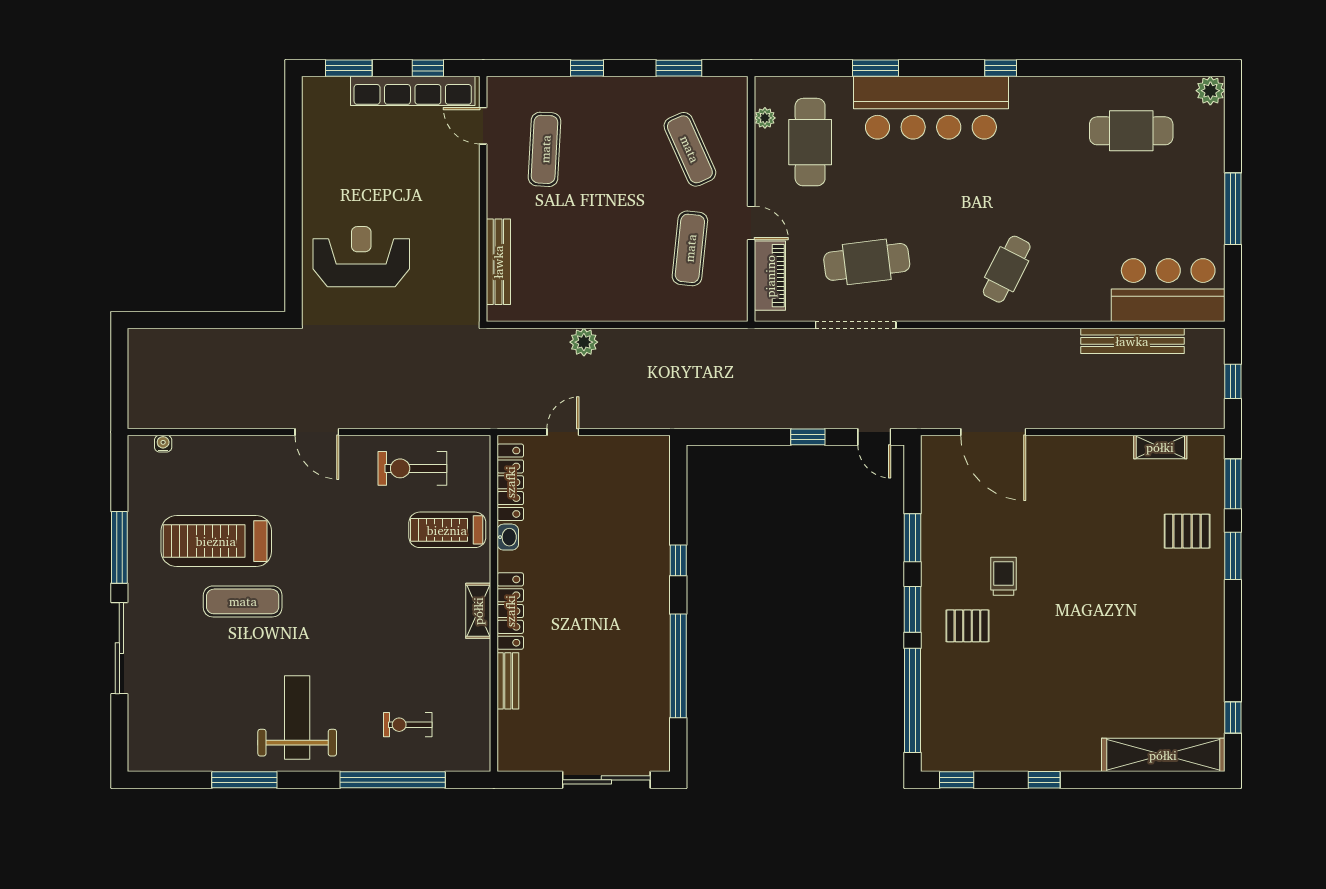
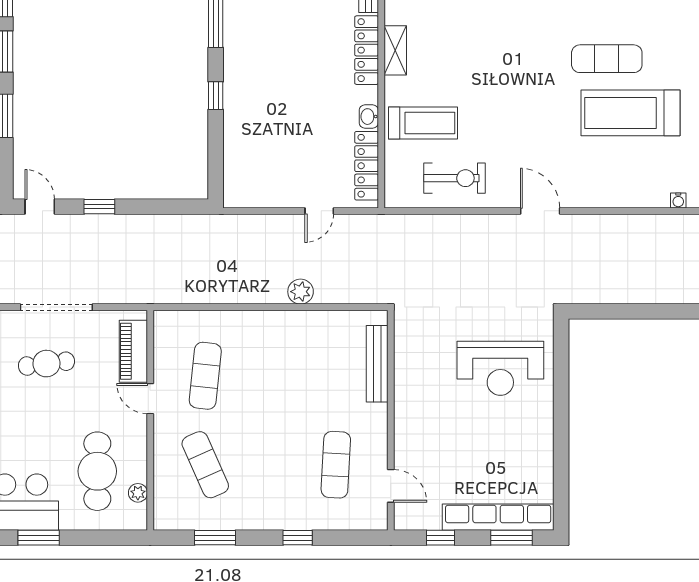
row of seats: (413, 91) -> (498, 517), moved
cafe table: (867, 262) -> (46, 364), width x0.73, depth x0.74
treadmill: (216, 541) -> (630, 113), turned 180

